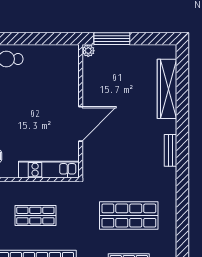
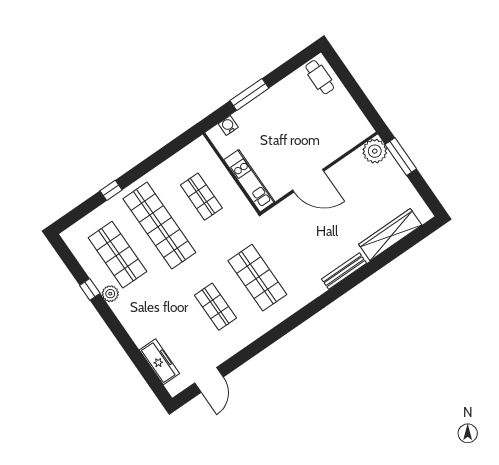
plant: (88, 51) -> (375, 151), width x1.87, depth x1.87
bench: (170, 150) -> (344, 271), width x1.36

